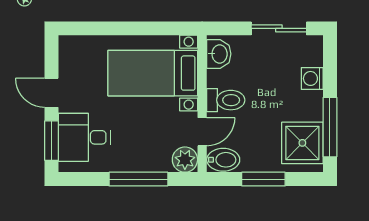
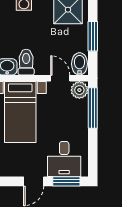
toilet: (226, 100) -> (26, 62), moved
window: (138, 179) -> (93, 108), moved

